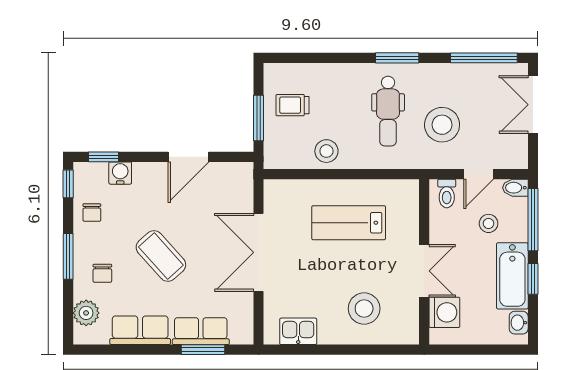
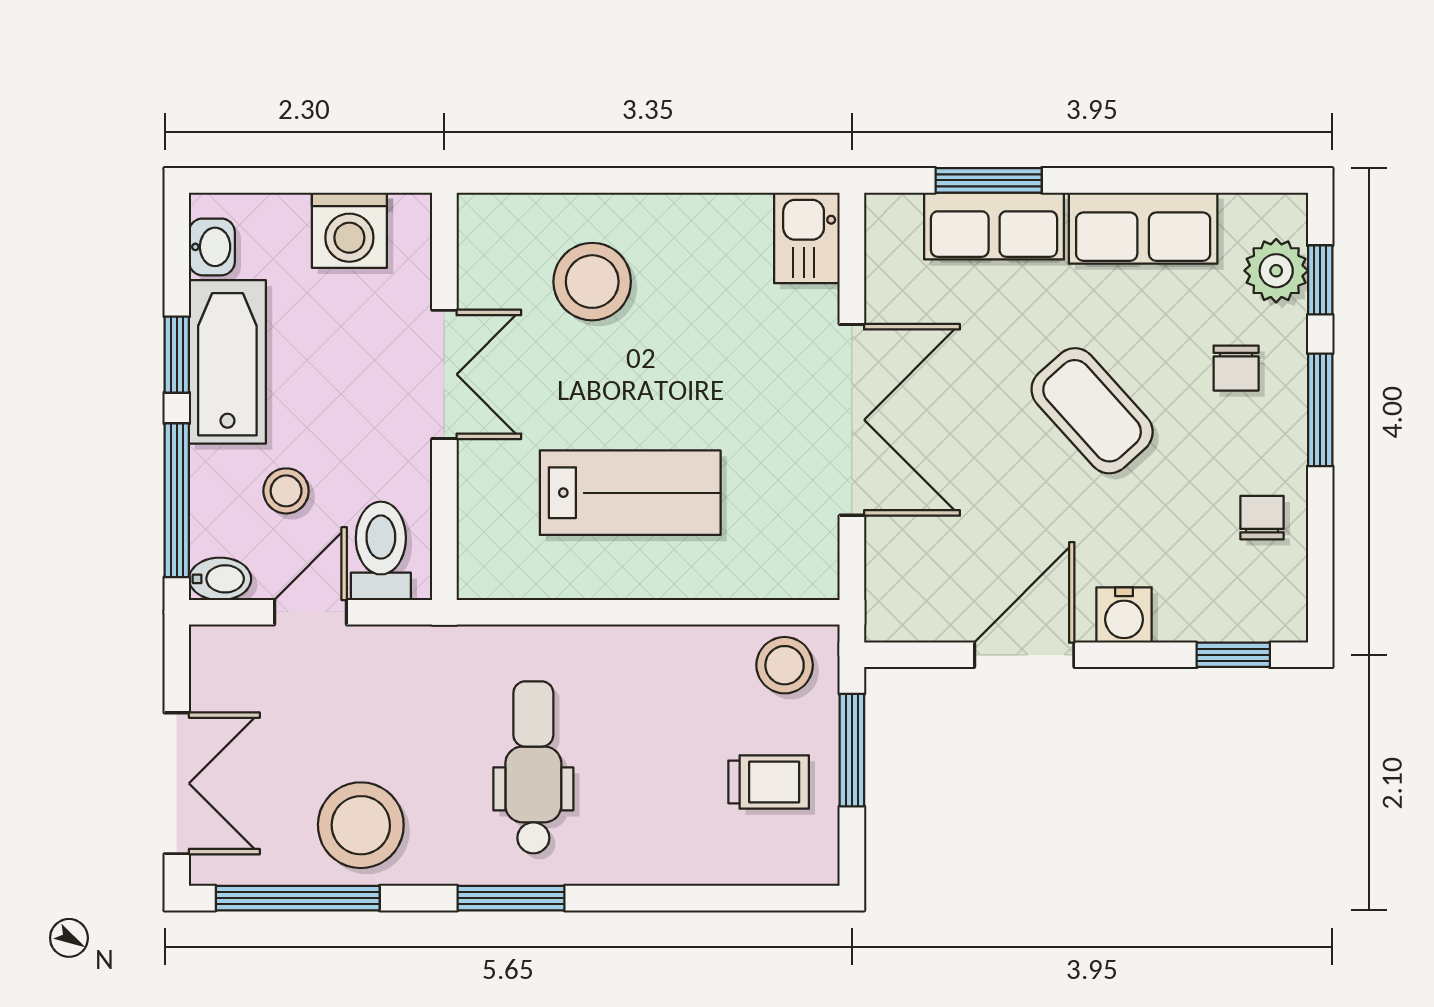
stool: (442, 125) -> (361, 825), moved
stool: (326, 151) -> (785, 665), moved
water cooler: (120, 173) -> (1124, 615), moved
window: (68, 184) -> (1320, 280), moved
toilet: (447, 193) -> (381, 551), width x1.37, depth x1.39
double door: (424, 271) -> (444, 374), swing flipped
chair: (102, 273) -> (1236, 368), turned 180
washing machine: (444, 312) -> (349, 230), moved, turned -90
kitchen sink: (298, 331) -> (807, 238), moved, turned 90

